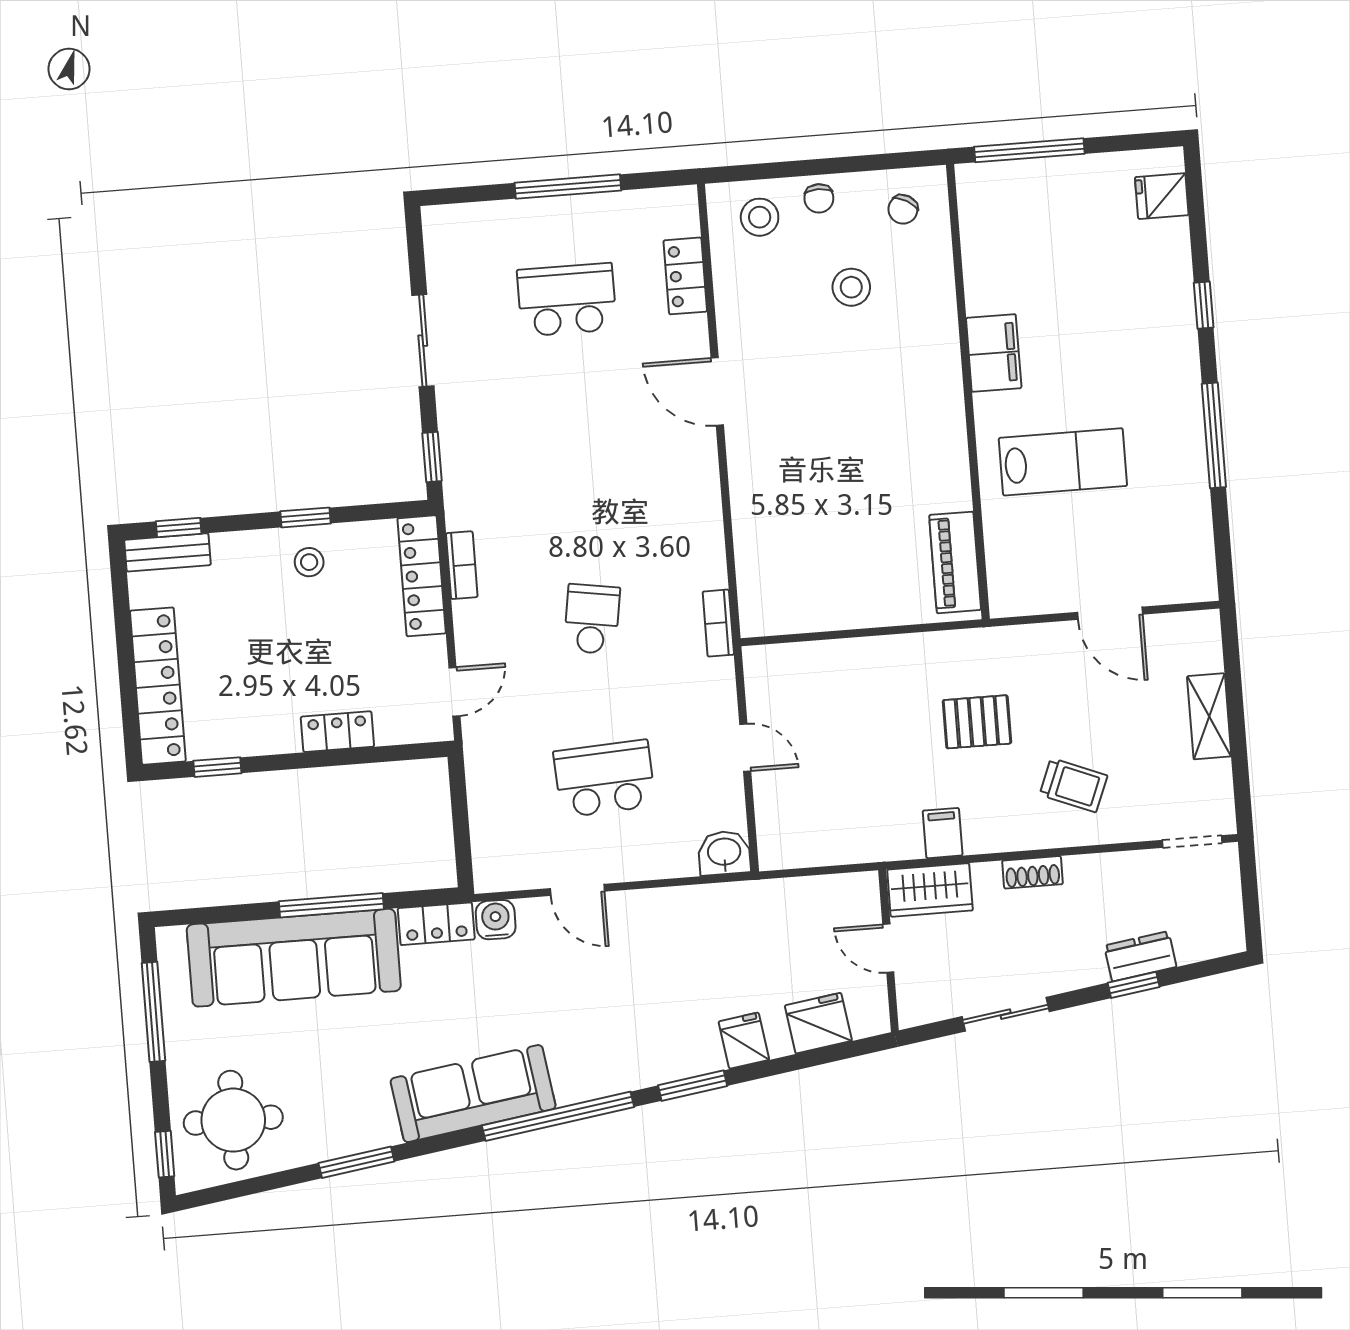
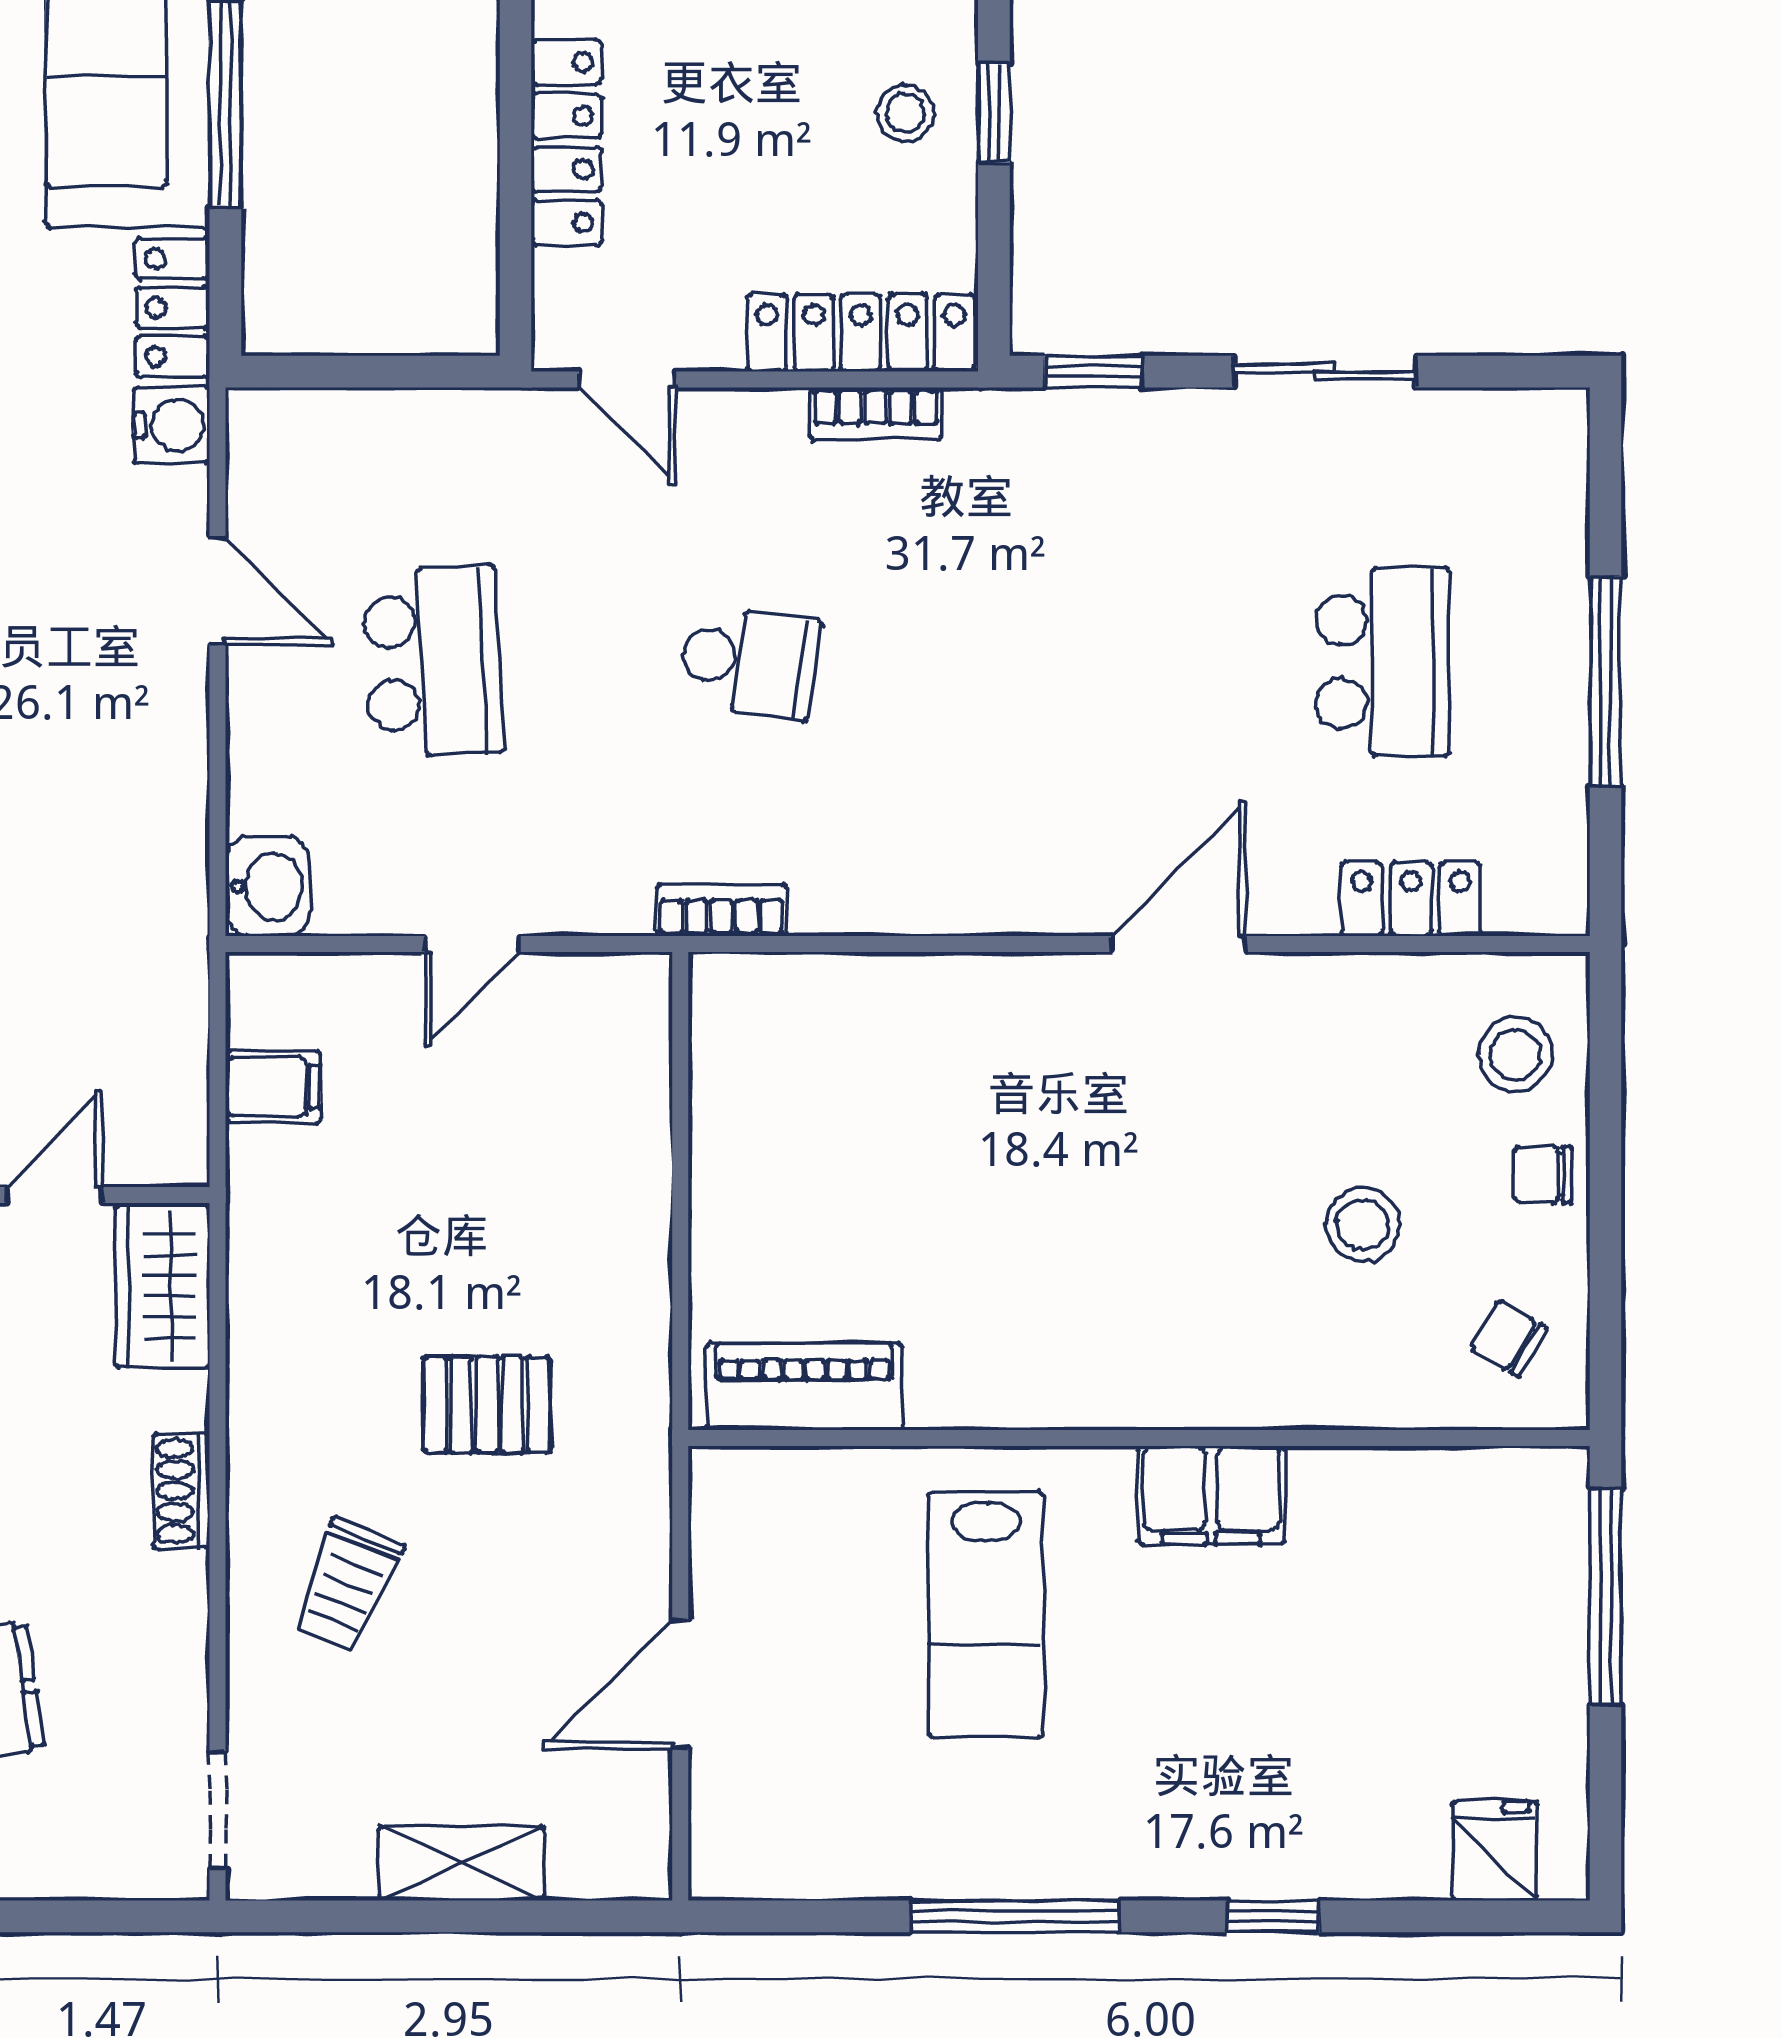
pallet: (977, 722) -> (487, 1405), turned 90
locker: (337, 732) -> (567, 143), width x1.53
filing cabinet: (943, 833) -> (273, 1087), moved
door: (577, 890) -> (218, 591), swing flipped

